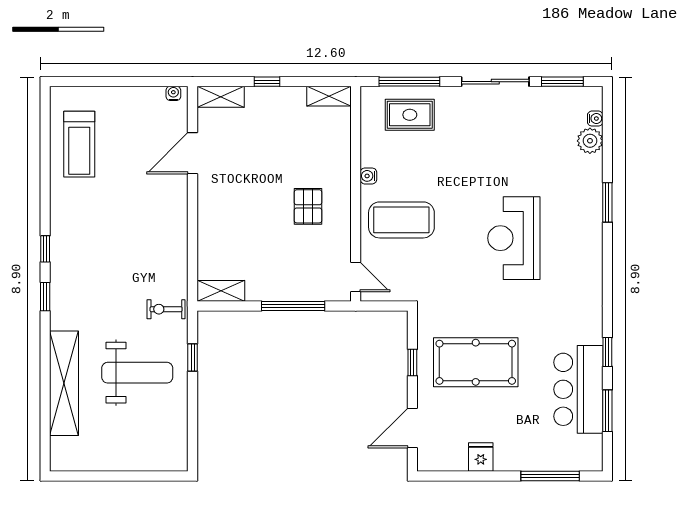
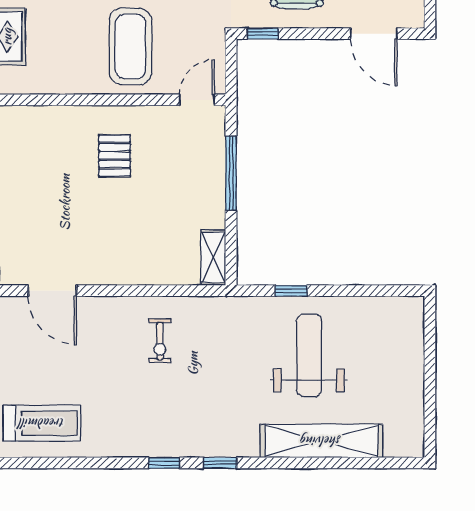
water cooler: (368, 176) -> (79, 85), removed
pallet: (308, 206) -> (115, 156), turned 90
exercise bike: (166, 309) -> (160, 341), moved
window: (412, 362) -> (263, 34), moved

